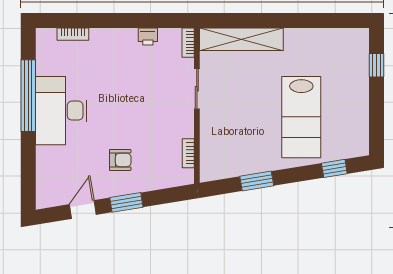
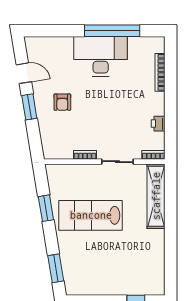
bookcase: (73, 34) -> (160, 72), width x1.56
lab bench: (301, 117) -> (91, 215), moved
bookcase: (188, 153) -> (85, 155), moved
window: (334, 168) -> (56, 268), width x1.50

